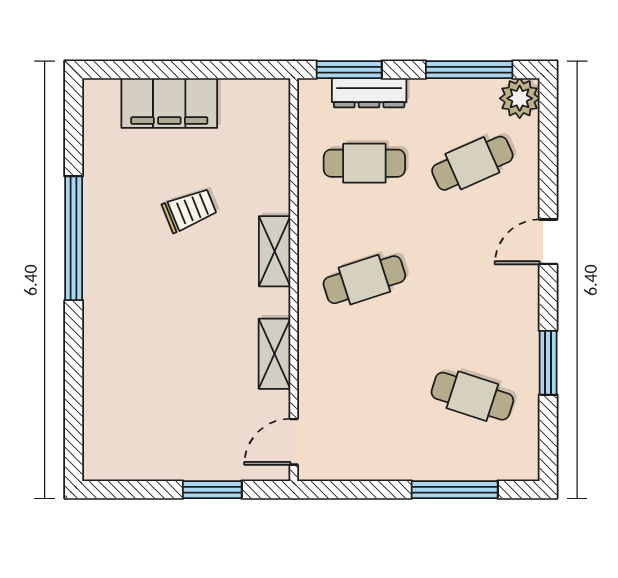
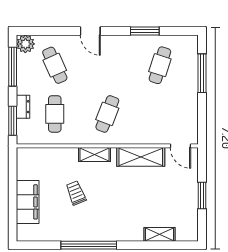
dresser: (369, 93) -> (23, 107), width x0.70
cafe table: (364, 280) -> (107, 114), turned 39
shelving: (275, 354) -> (141, 157), width x1.50, depth x1.33
shelving: (97, 395) -> (159, 234), added
window: (212, 490) -> (202, 195), moved

